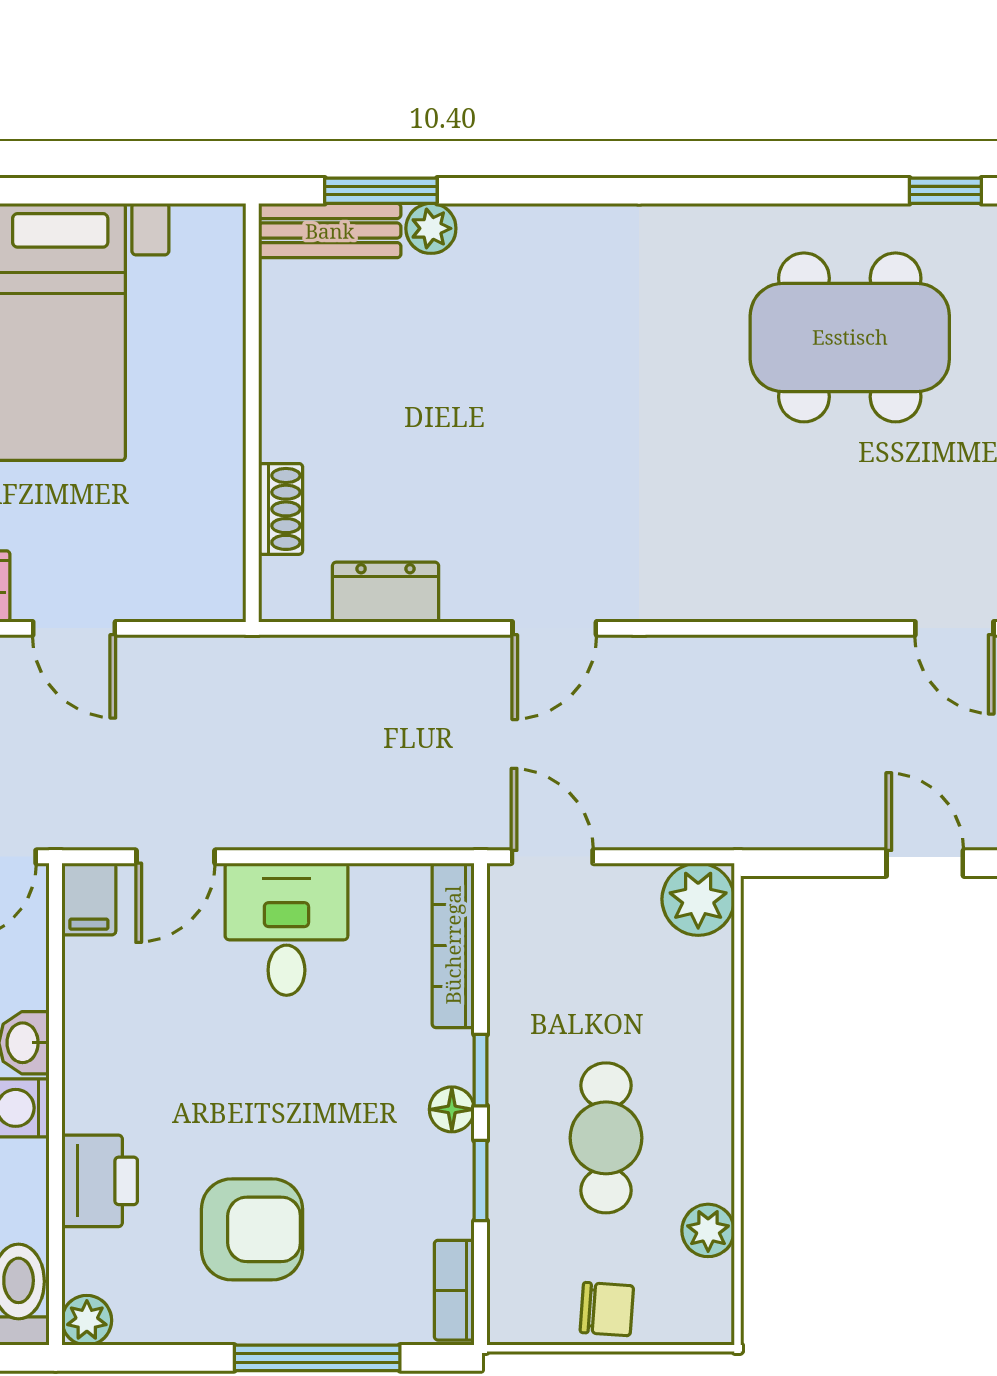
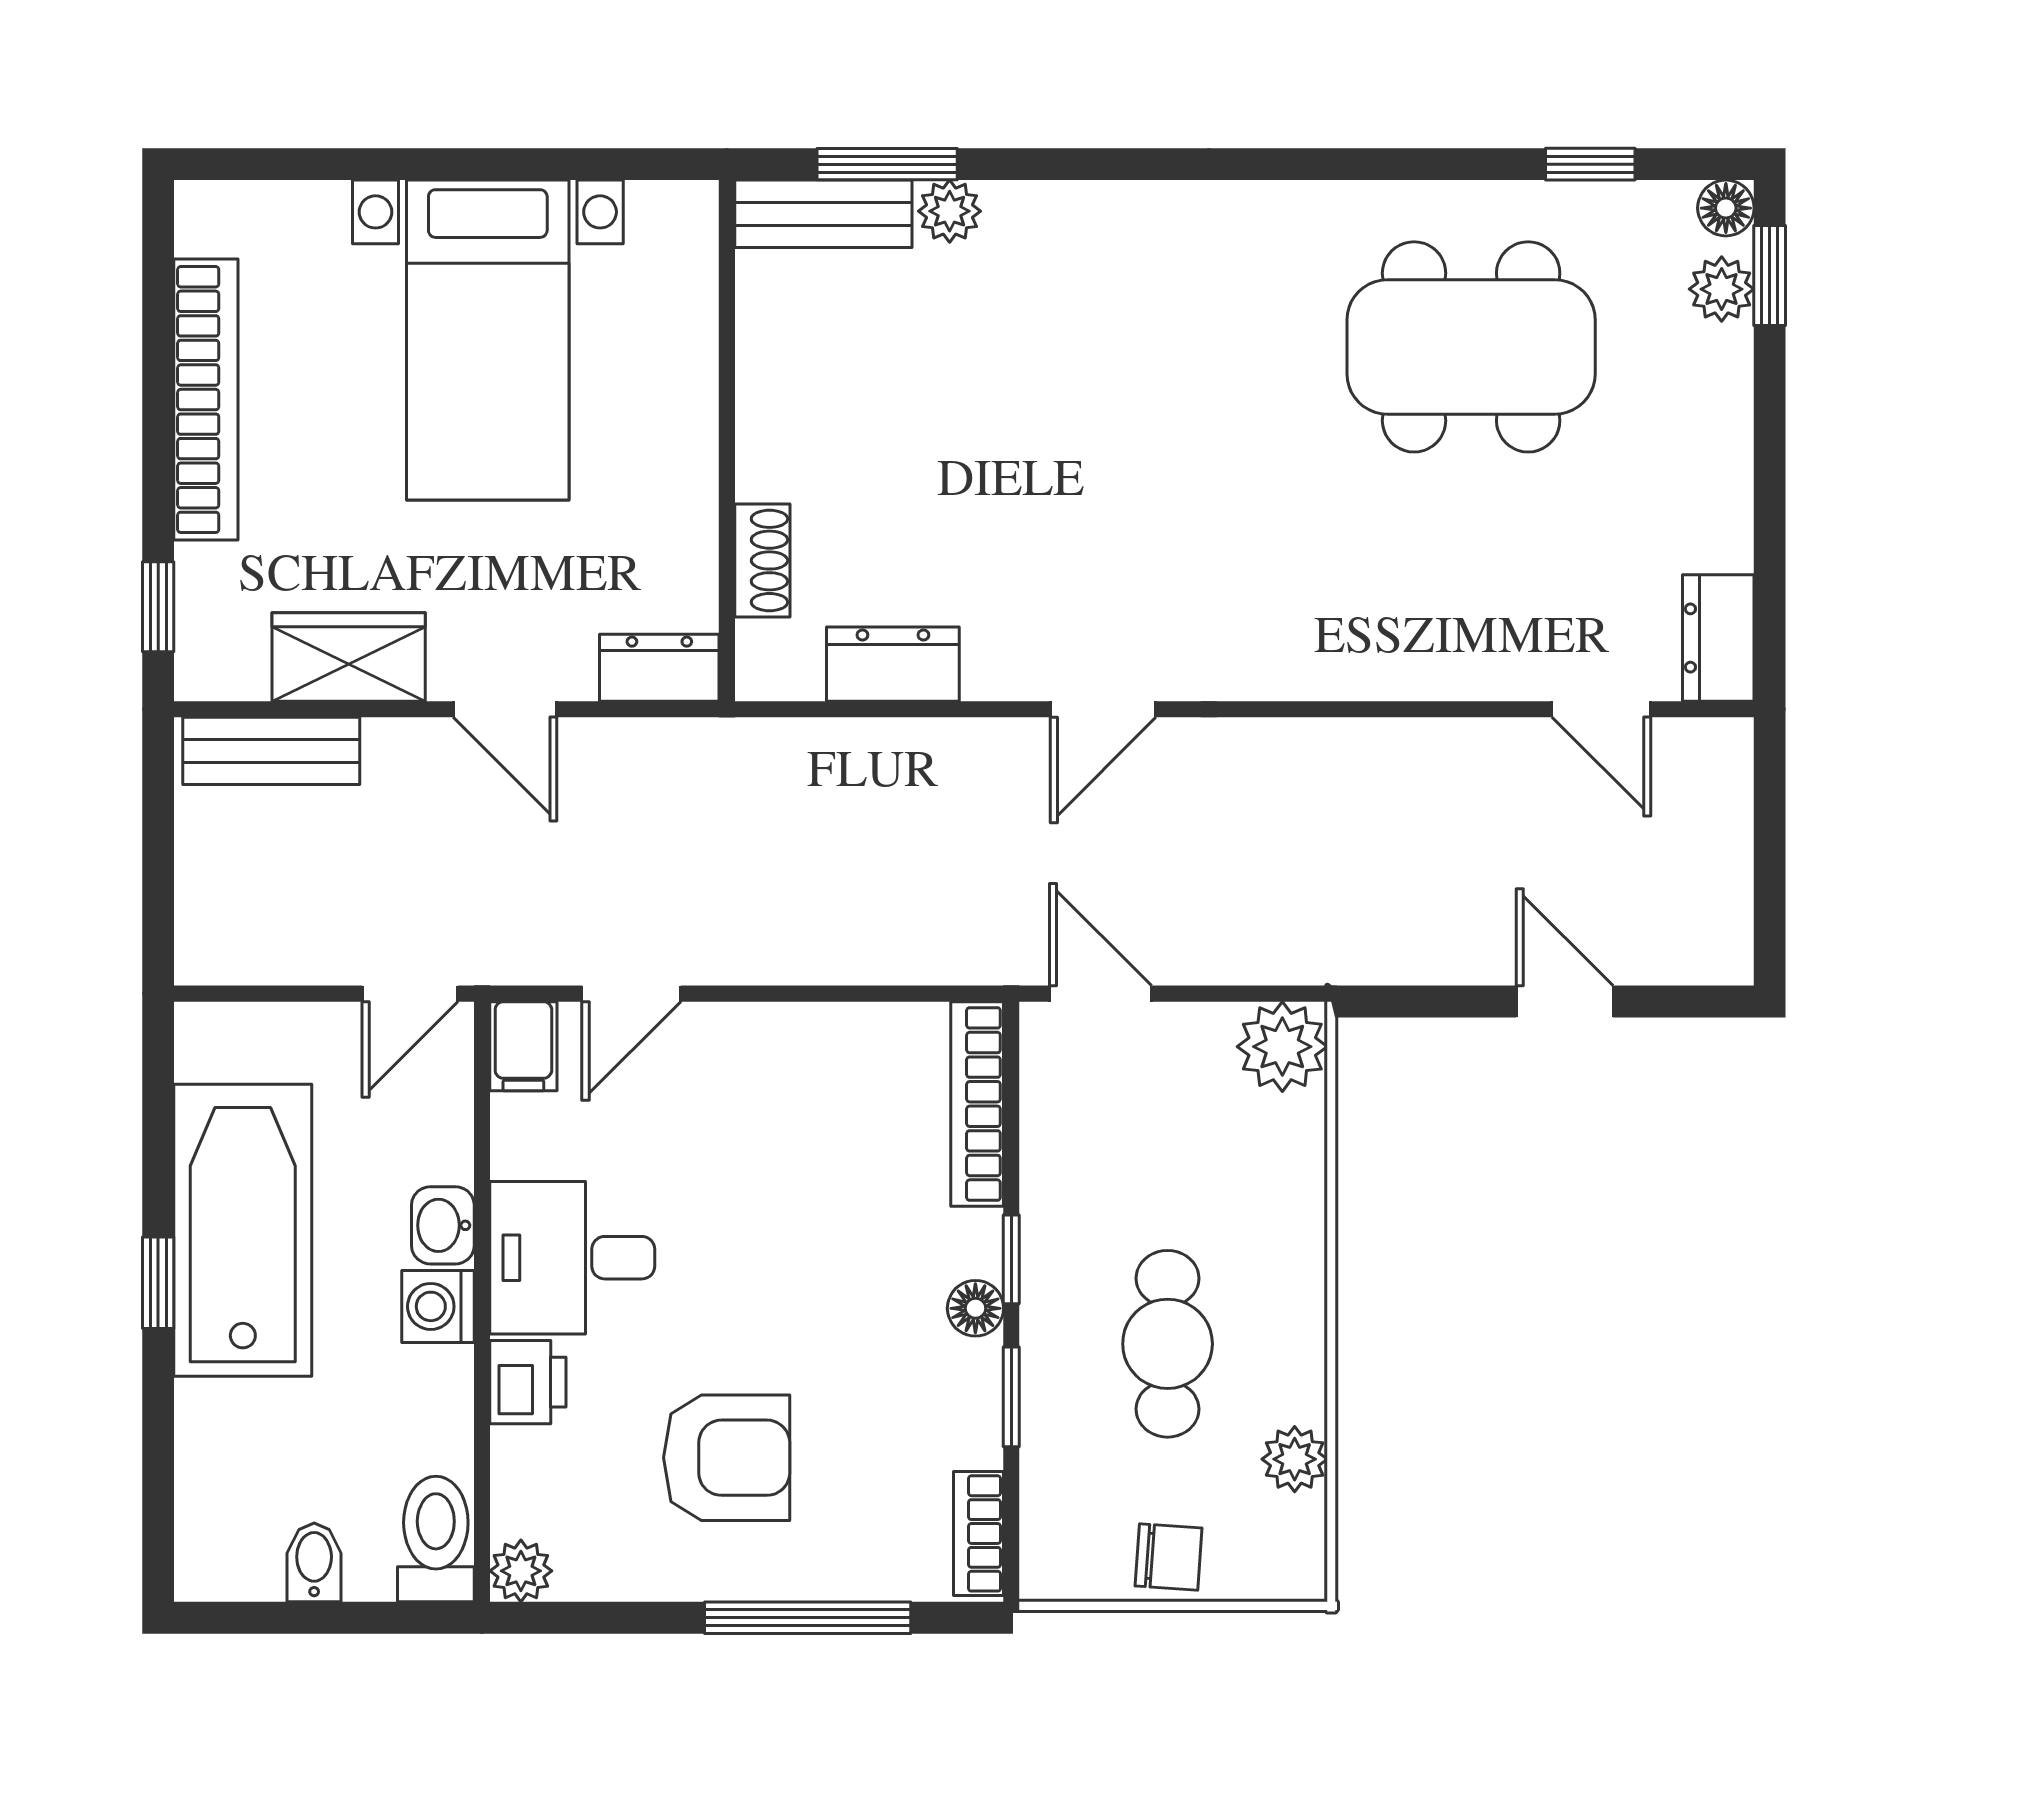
dresser: (198, 595) -> (659, 668), added
desk: (286, 929) -> (572, 1258), moved, turned -90
printer: (100, 1181) -> (528, 1382), width x0.73, depth x0.81

